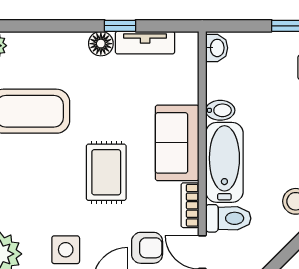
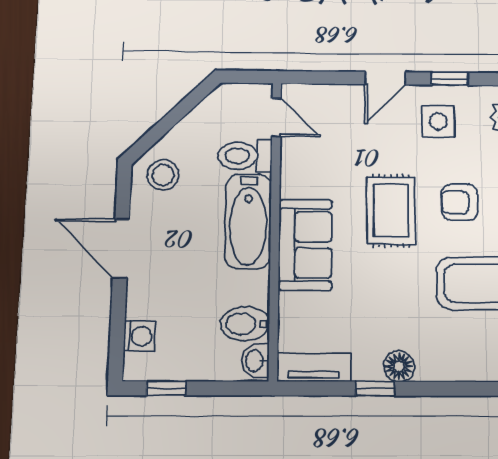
tv unit: (145, 43) -> (314, 367), moved
bidet: (220, 110) -> (245, 324), moved, width x1.38, depth x1.36
bookcase: (190, 205) -> (290, 171), removed
armchair: (147, 248) -> (460, 202), moved

